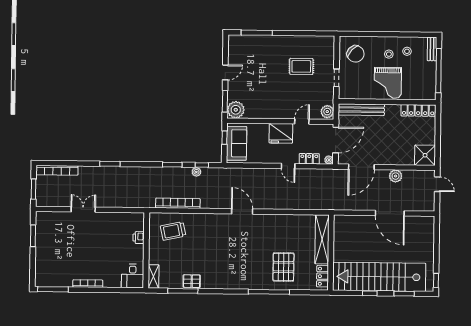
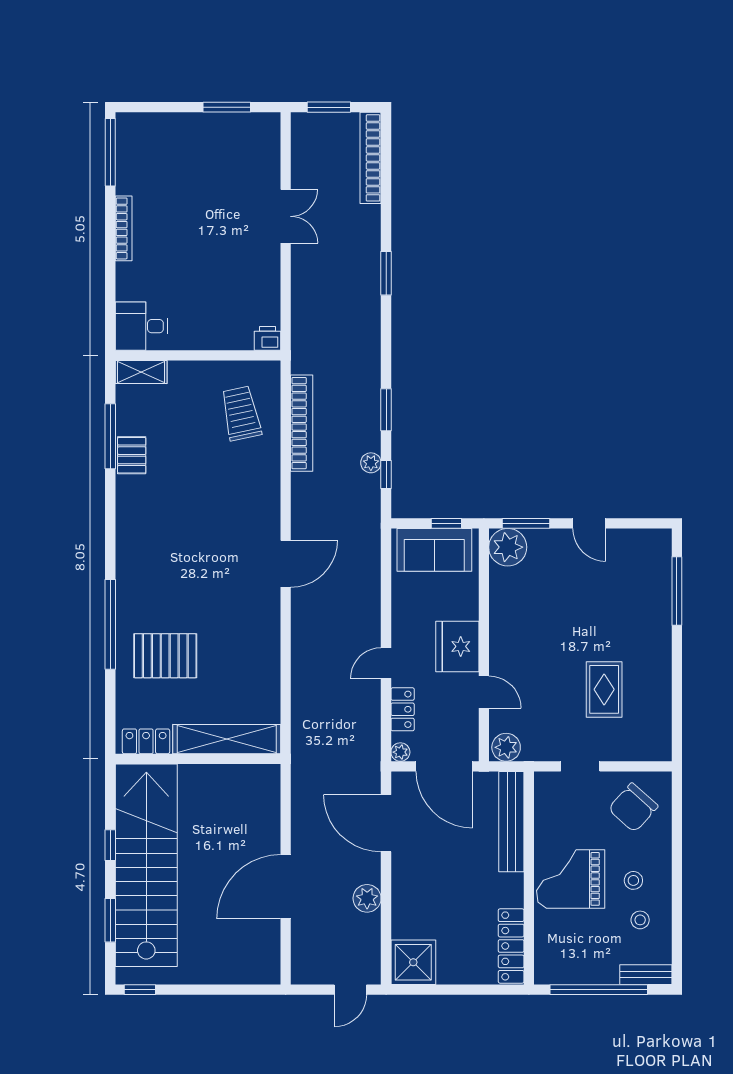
printer: (139, 238) -> (267, 338), moved

